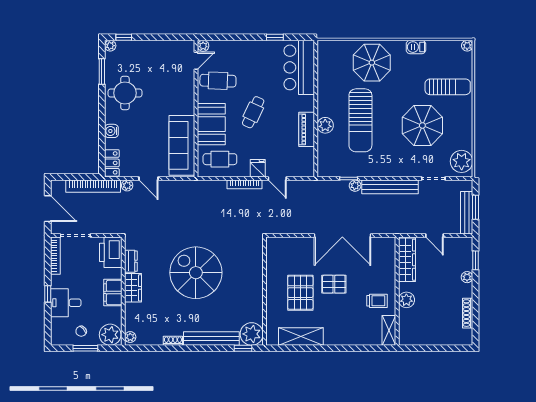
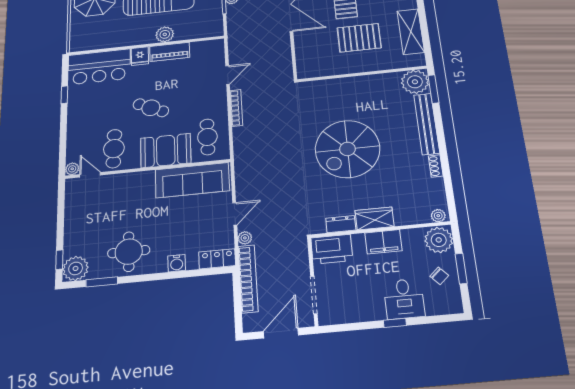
plant: (110, 46) -> (76, 268), width x1.88, depth x1.88
fridge: (258, 168) -> (140, 56), moved, turned -90
bookcase: (55, 256) -> (343, 318), removed
window: (243, 348) -> (434, 89), width x1.50

